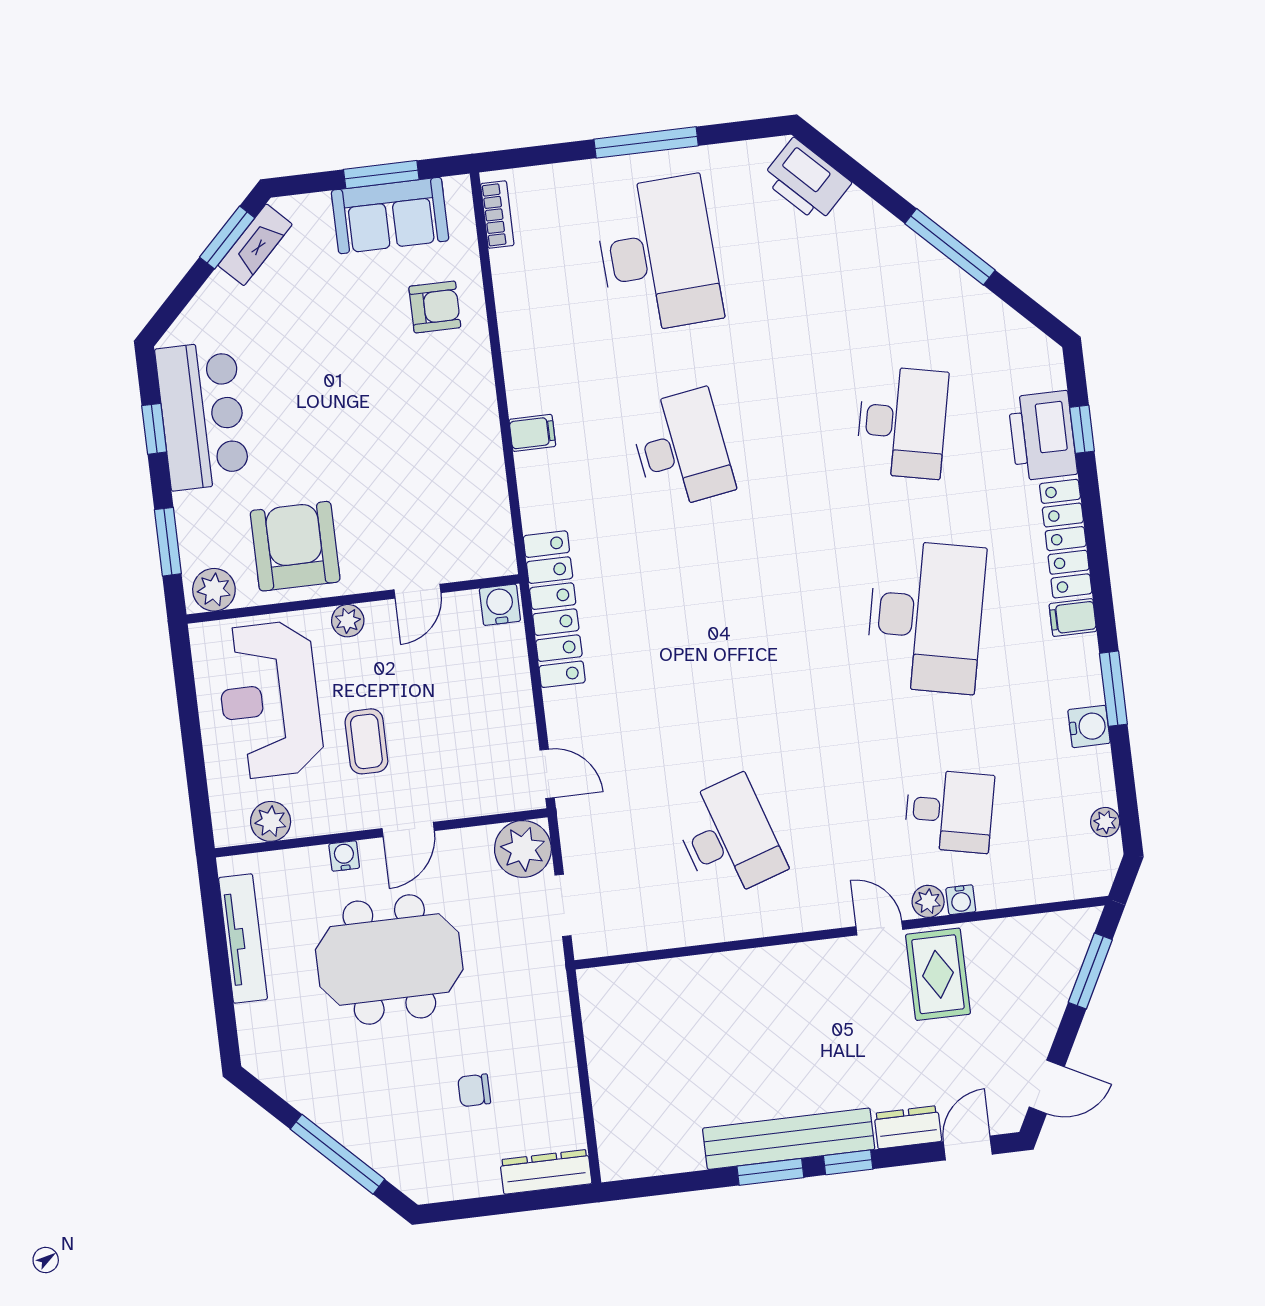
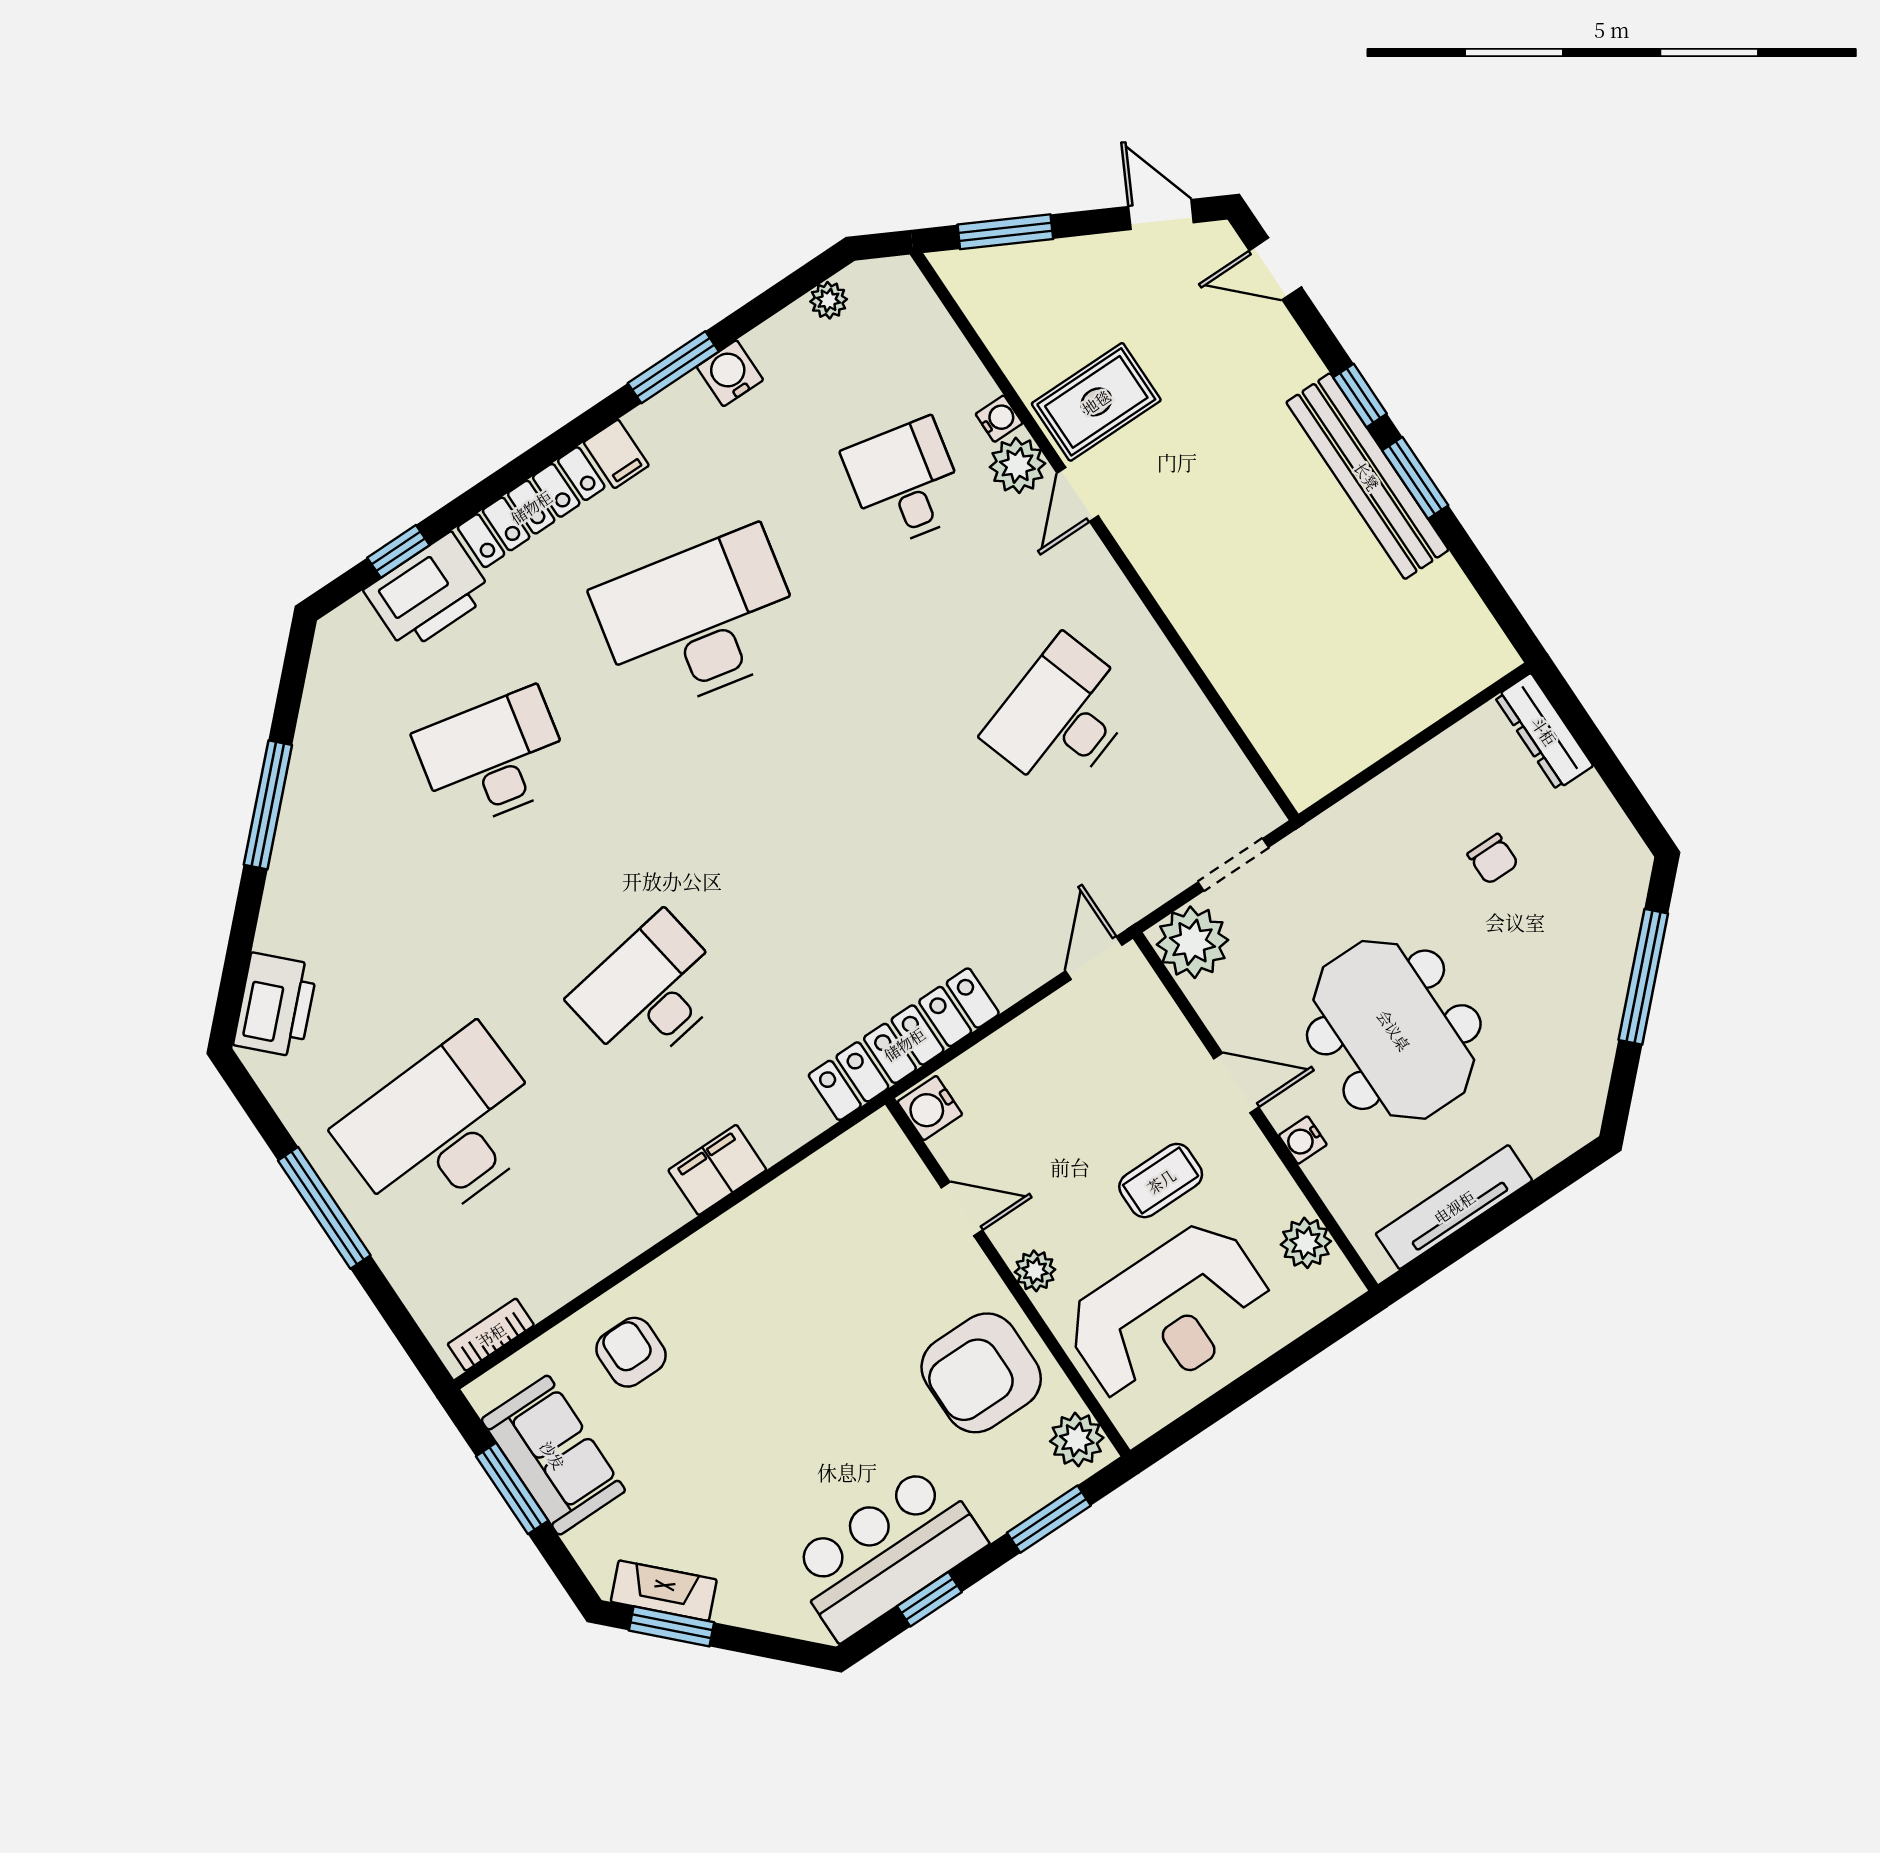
filing cabinet: (532, 433) -> (717, 1170), width x2.00
plant: (928, 901) -> (1017, 465), width x1.38, depth x1.38
dresser: (908, 1127) -> (1286, 348), removed

